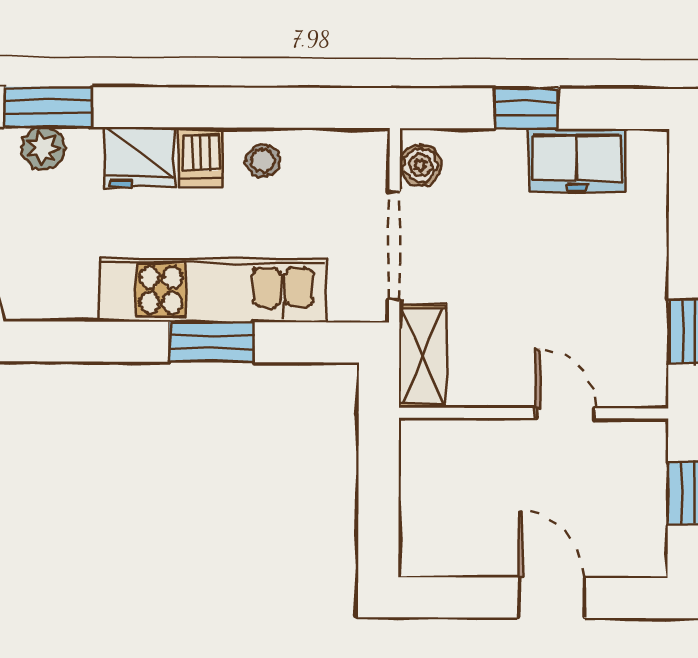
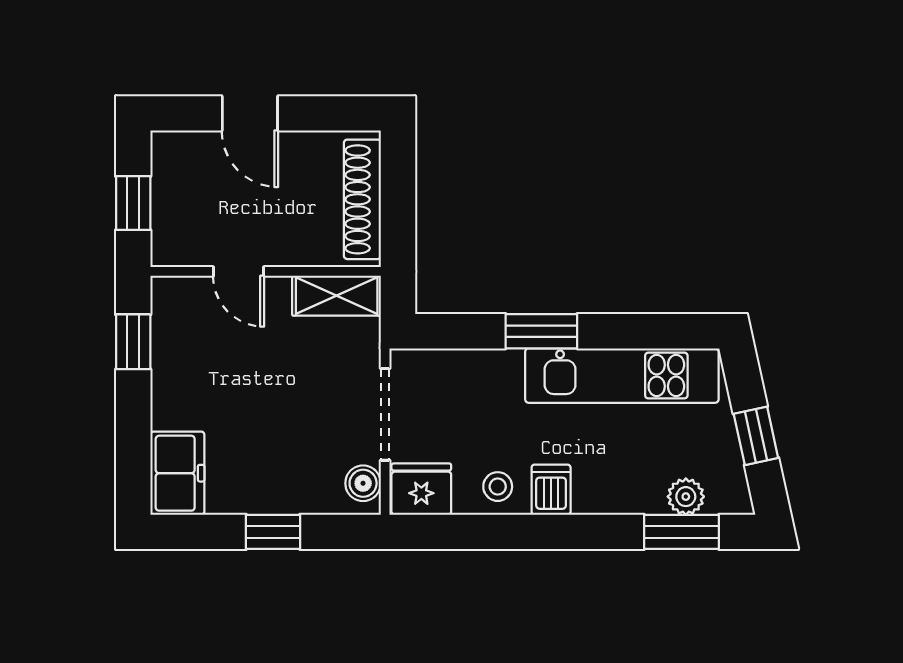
fridge: (139, 157) -> (421, 489), moved
freezer: (577, 160) -> (177, 473), moved, turned 90
kitchen unit: (213, 290) -> (622, 376), moved
shelving: (422, 356) -> (337, 296), moved, turned 90
shoe rack: (420, 497) -> (362, 199), added

